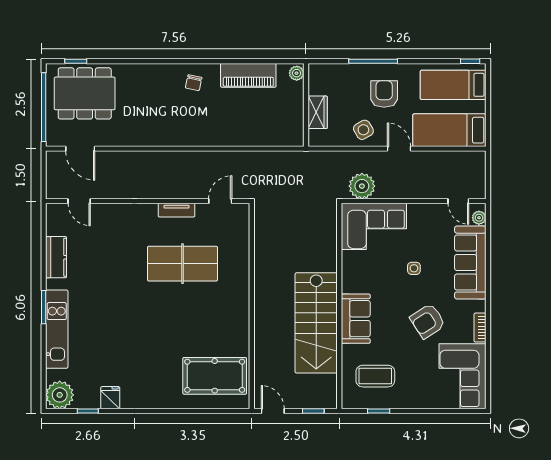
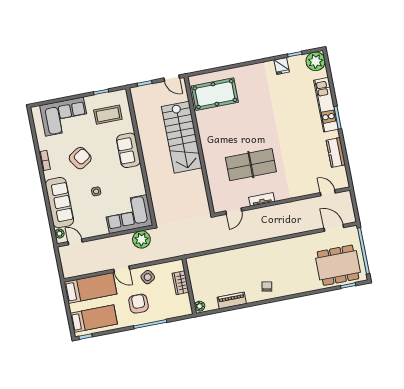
piano: (248, 75) -> (232, 300), width x0.73, depth x0.75
armchair: (384, 94) -> (139, 304), turned 180
stairs: (316, 323) -> (182, 137), moved, turned 180
corner sofa: (462, 376) -> (64, 117), moved, turned 90

